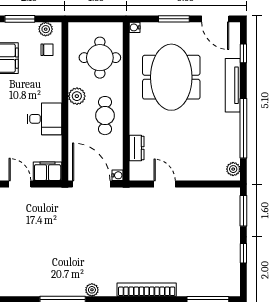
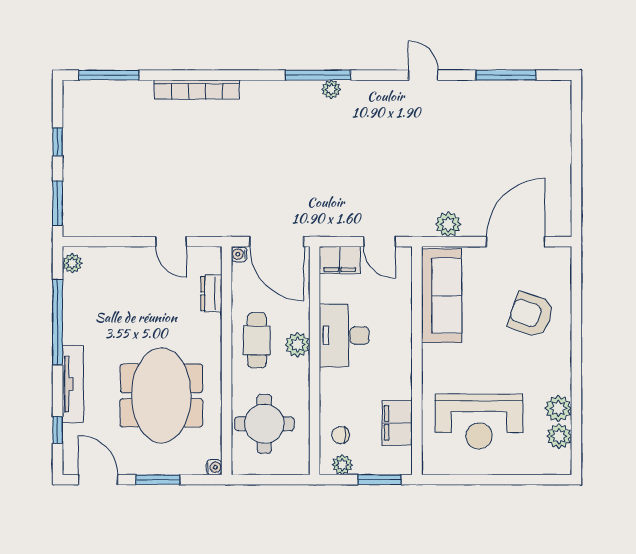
plant: (77, 96) -> (297, 345), moved
desk: (44, 119) -> (344, 336), width x1.37
plant: (92, 290) -> (331, 89), moved

